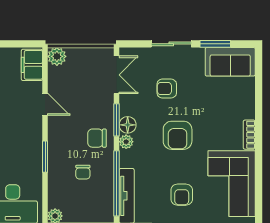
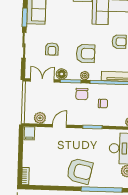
plant: (57, 56) -> (40, 118), moved
filing cabinet: (32, 65) -> (29, 133), width x0.50
floor lamp: (128, 125) -> (62, 74), moved
armchair: (178, 135) -> (85, 54), moved

